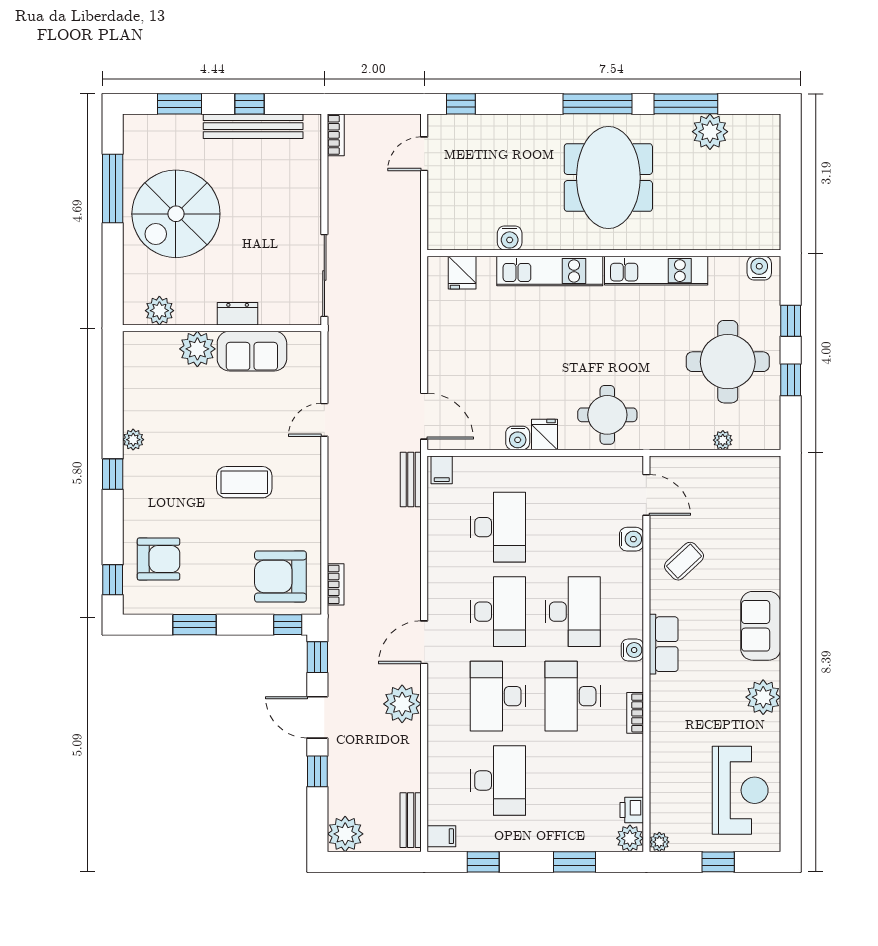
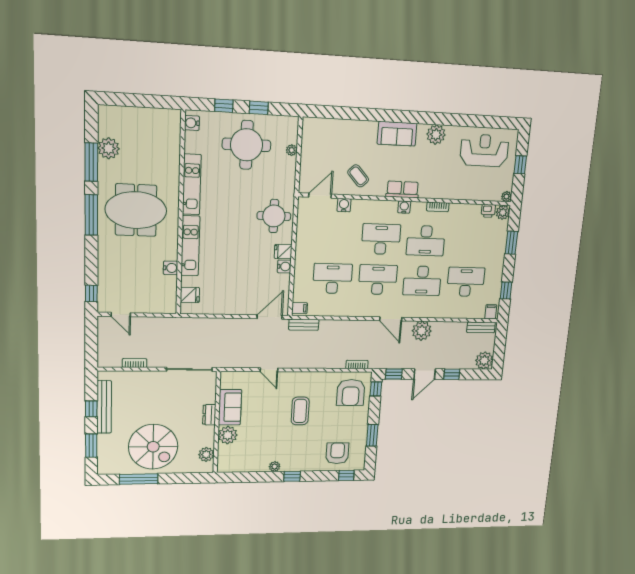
bookcase: (336, 135) -> (135, 363), moved

